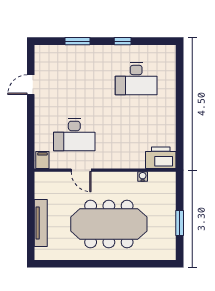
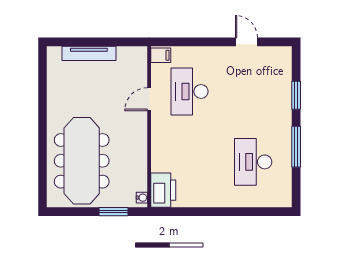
window: (123, 41) -> (296, 147), width x2.17
water cooler: (143, 176) -> (142, 198), moved
window: (180, 223) -> (113, 212), moved
meeting table: (109, 224) -> (82, 161), moved

